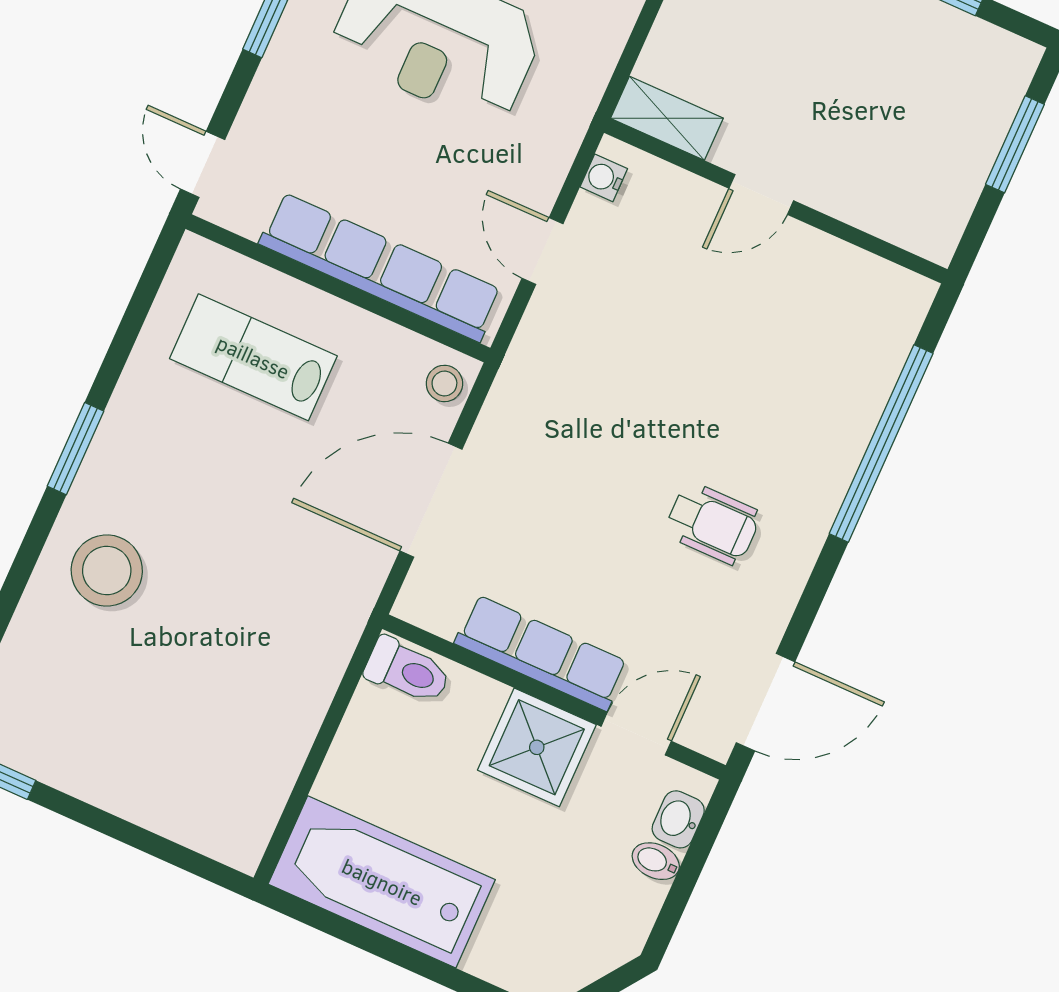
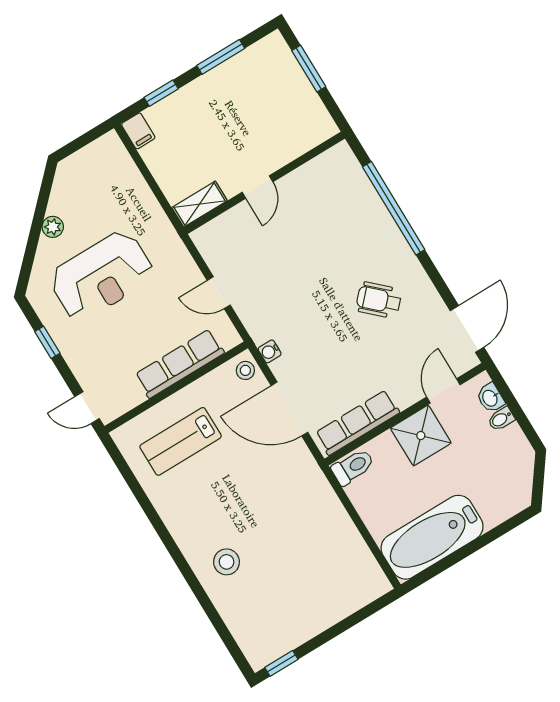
water cooler: (604, 178) -> (270, 351), moved
row of seats: (381, 267) -> (180, 364), width x0.73
window: (75, 449) -> (168, 540), removed
door: (431, 500) -> (289, 409), hinge flipped
wheelchair: (713, 523) -> (379, 300), turned -137
stool: (107, 571) -> (227, 562), width x0.73, depth x0.73
row of seats: (541, 653) -> (357, 423), moved

